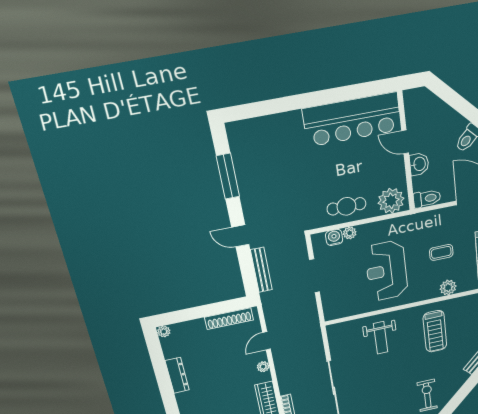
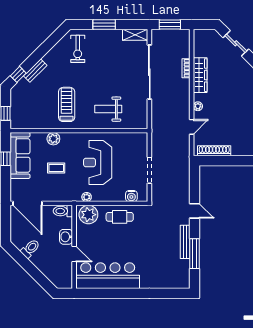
plant: (350, 233) -> (87, 197), moved
bench: (261, 270) -> (185, 242), moved
reception desk: (387, 271) -> (98, 162), turned 180
weight bench: (381, 338) -> (108, 109), turned -90

